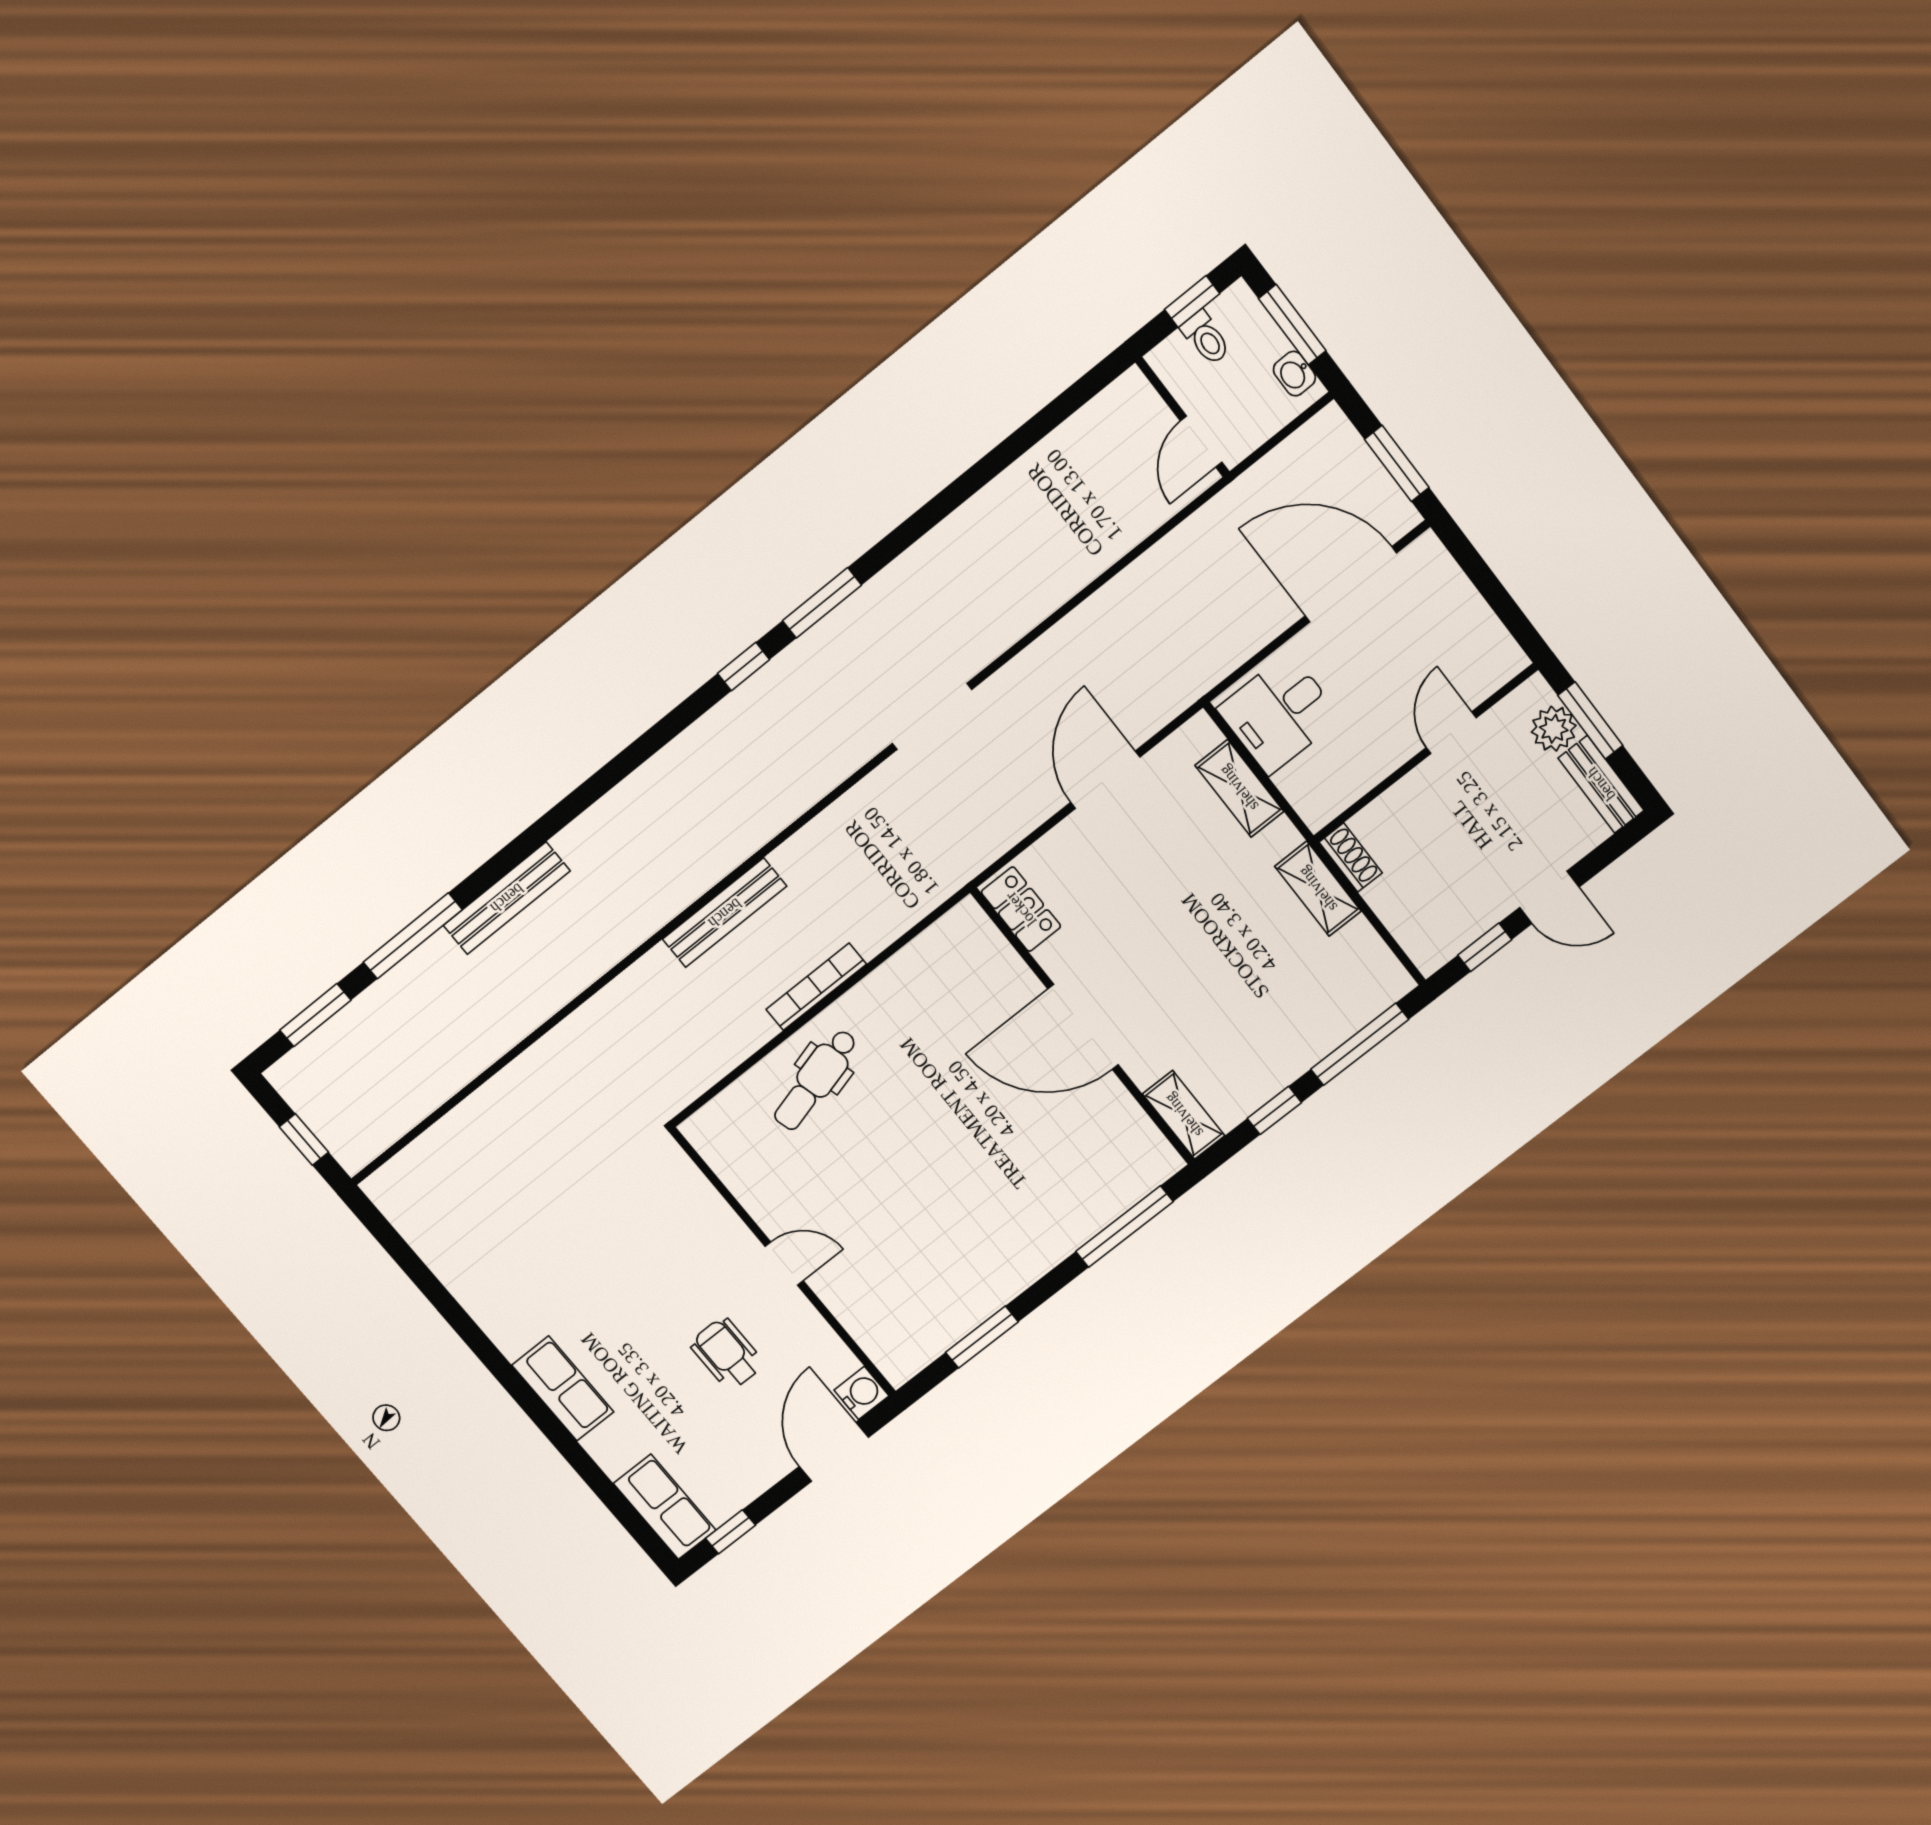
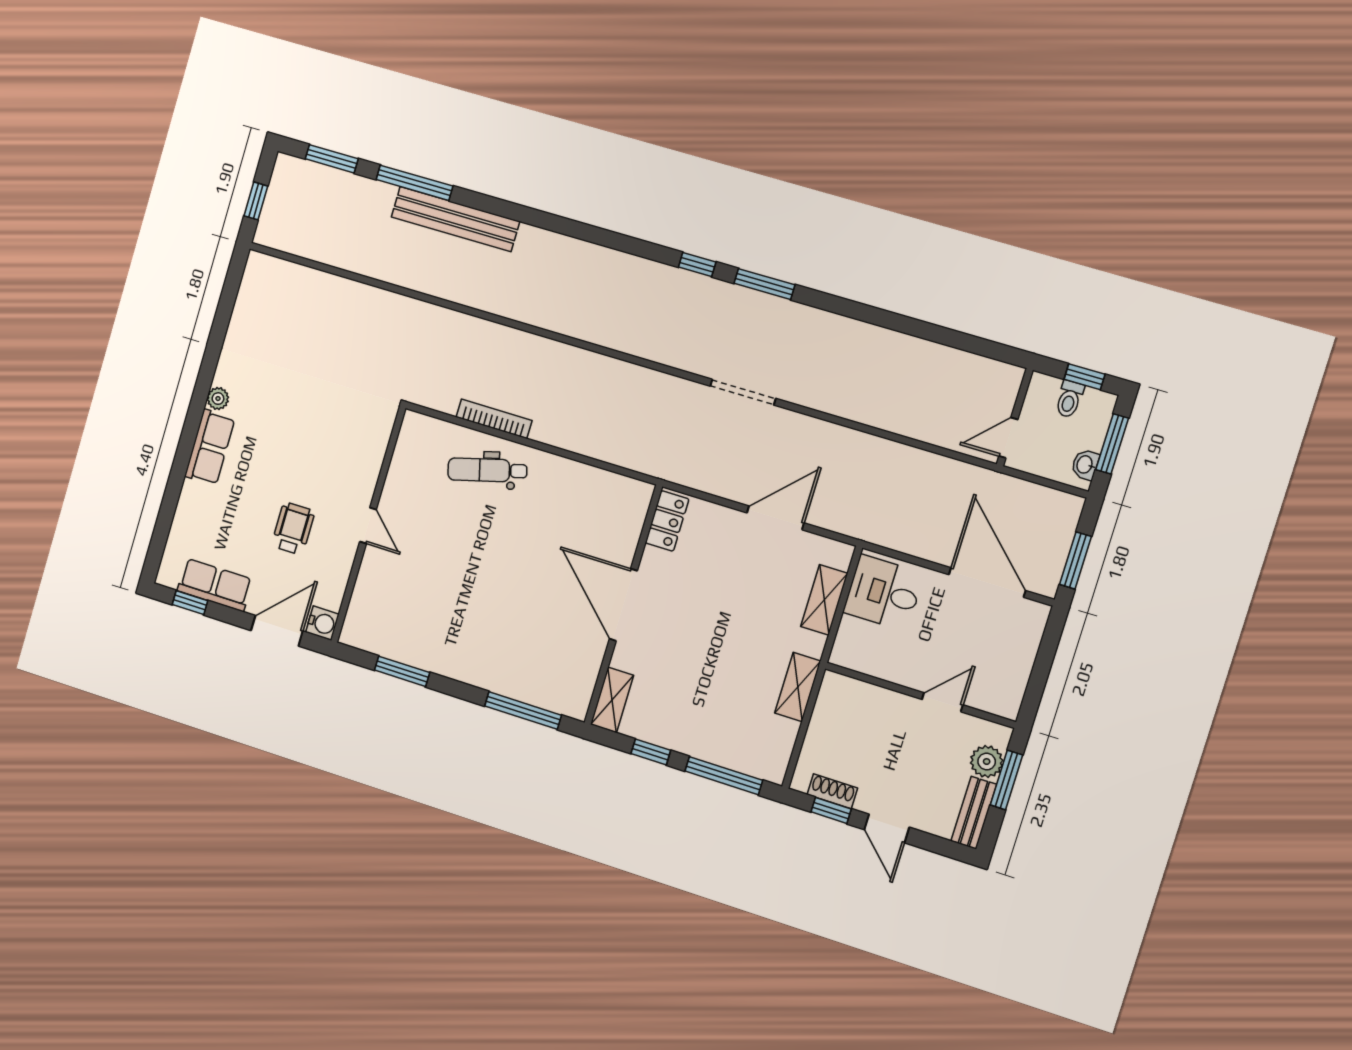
shoe rack: (1351, 857) -> (832, 791), moved, turned -90
bench: (507, 898) -> (455, 219), width x1.37, depth x1.21
bench: (725, 913) -> (548, 351), removed
bookcase: (816, 987) -> (494, 419), moved
plant: (511, 1341) -> (218, 399), added
row of seats: (665, 1507) -> (215, 585), moved, turned -90

